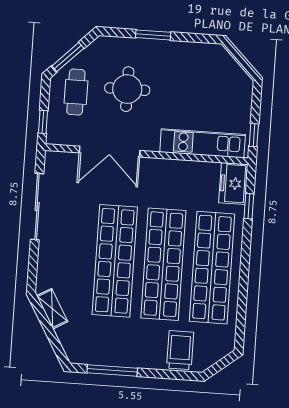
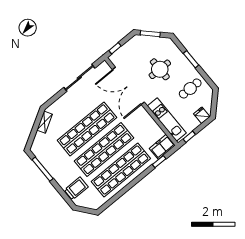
fridge: (241, 91) -> (202, 115), added
cafe table: (76, 92) -> (190, 88), moved
double door: (110, 152) -> (128, 86), width x1.36

